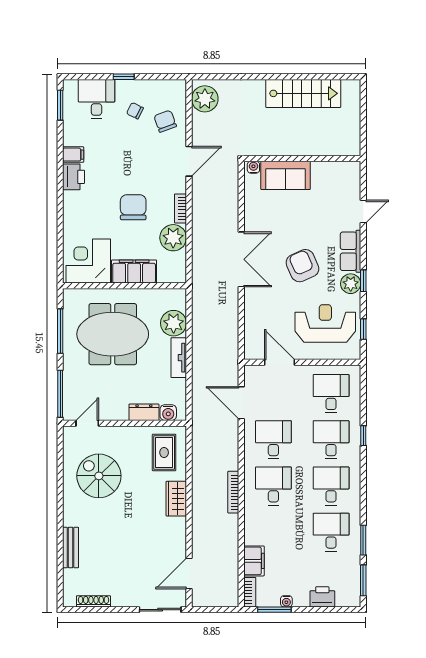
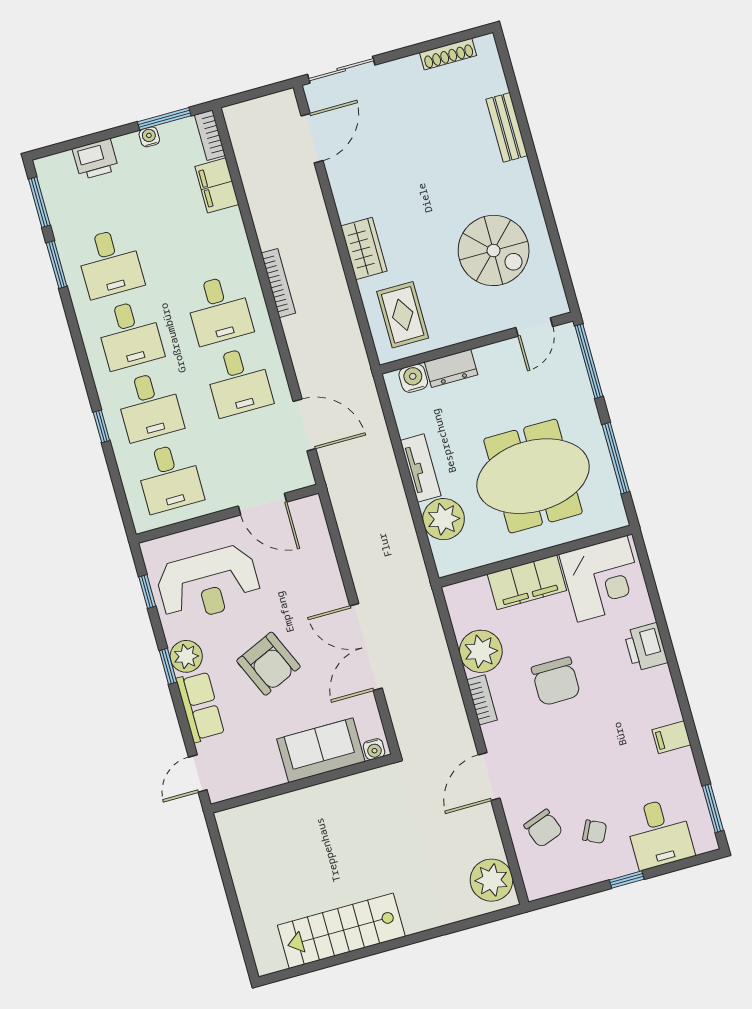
wall: (302, 159) -> (302, 784), moved
water cooler: (253, 167) -> (374, 749), moved
sofa: (286, 175) -> (321, 750), moved
printer: (74, 177) -> (646, 647), moved

